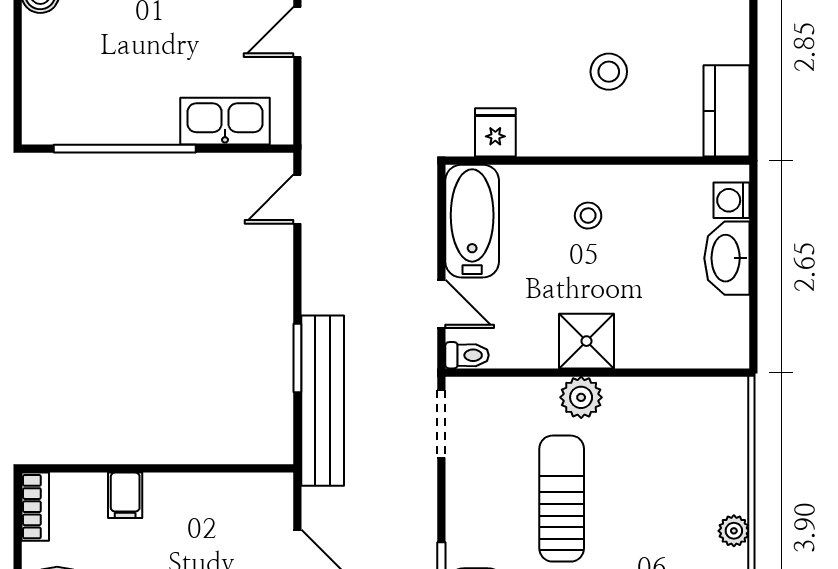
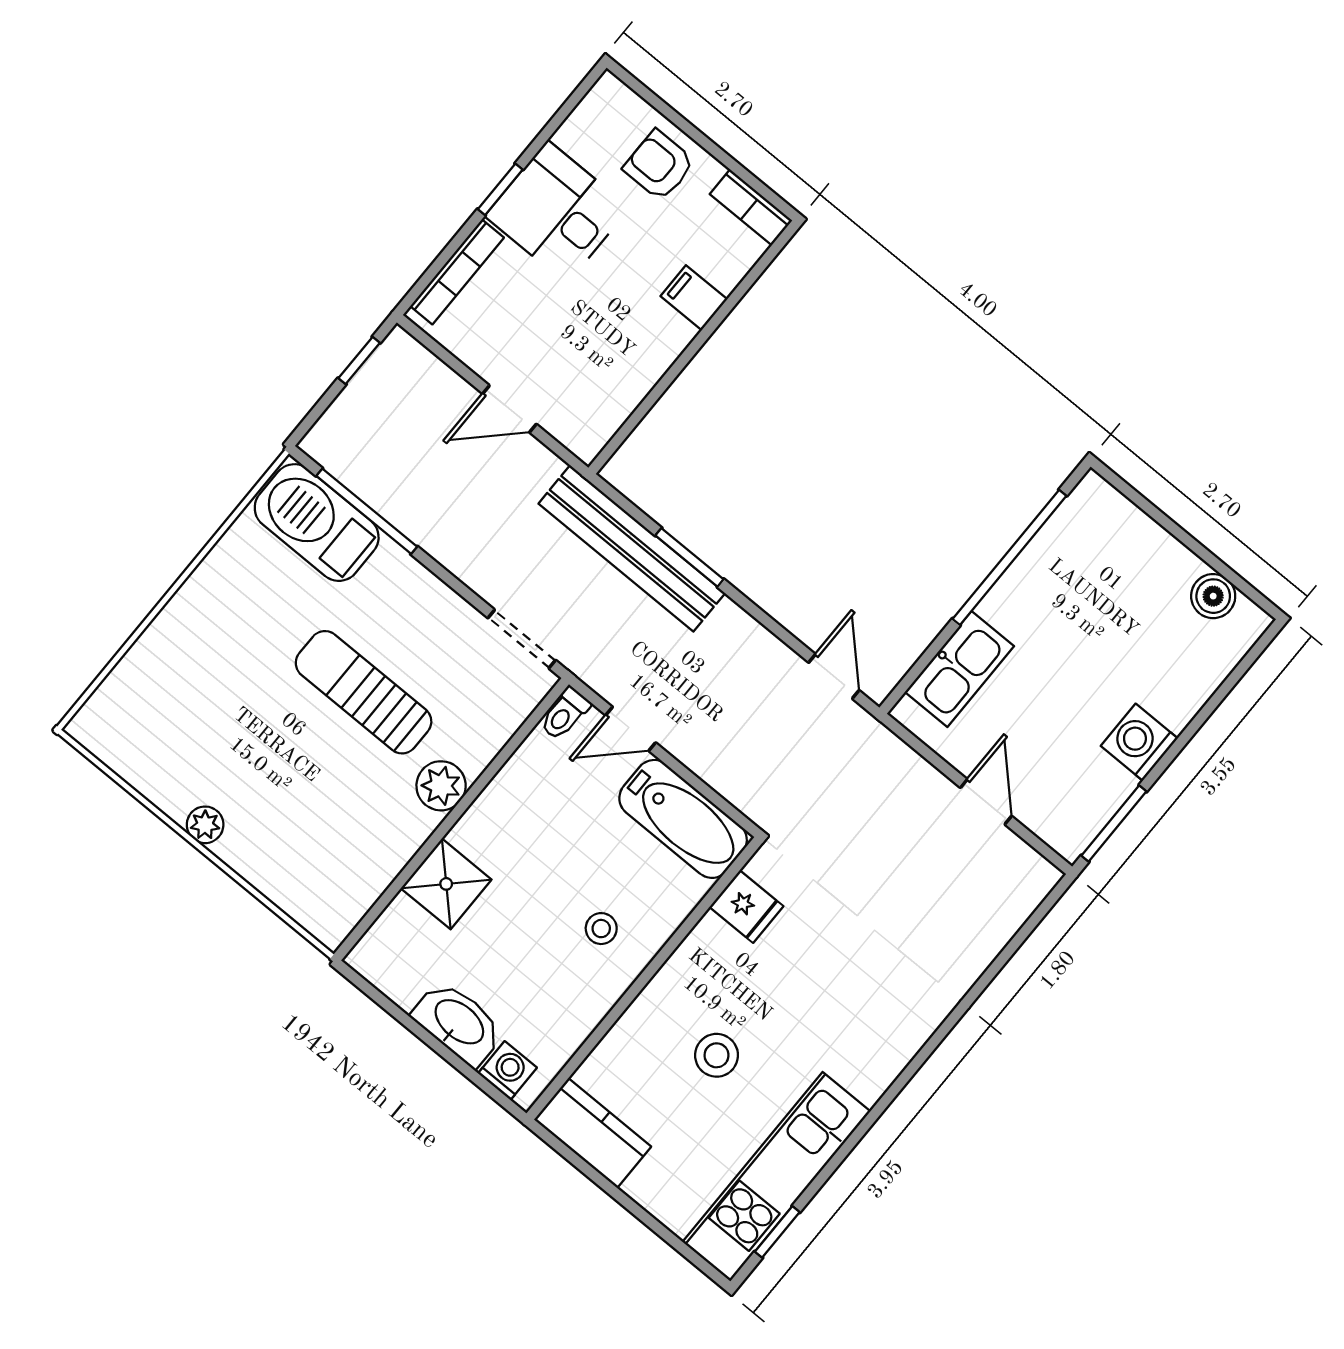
shower: (586, 341) -> (446, 884), moved
sun lounger: (562, 499) -> (364, 692), turned 180

